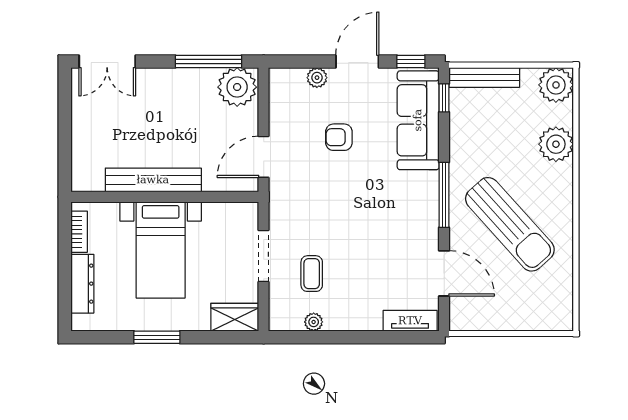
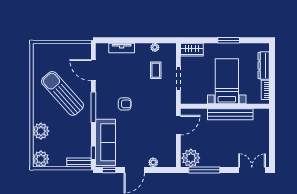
bench: (484, 77) -> (79, 162), width x0.73
armchair: (339, 137) -> (125, 104), moved
tv unit: (410, 321) -> (122, 48), moved

